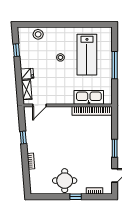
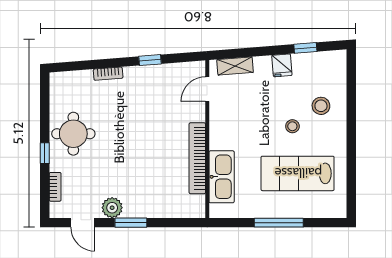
stool: (38, 34) -> (321, 106), moved
fridge: (27, 74) -> (282, 65), moved
door: (40, 105) -> (207, 89), hinge flipped
bookcase: (92, 111) -> (197, 158), moved
plant: (106, 159) -> (112, 208), added

